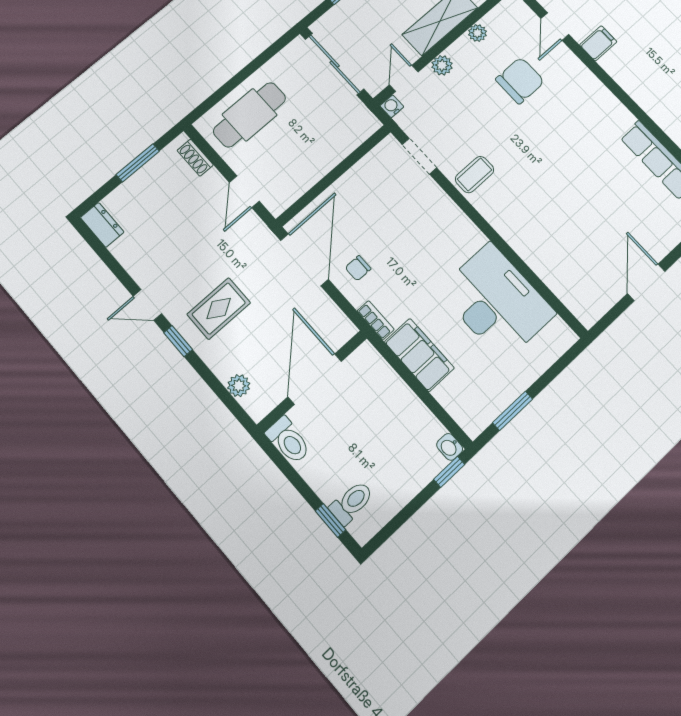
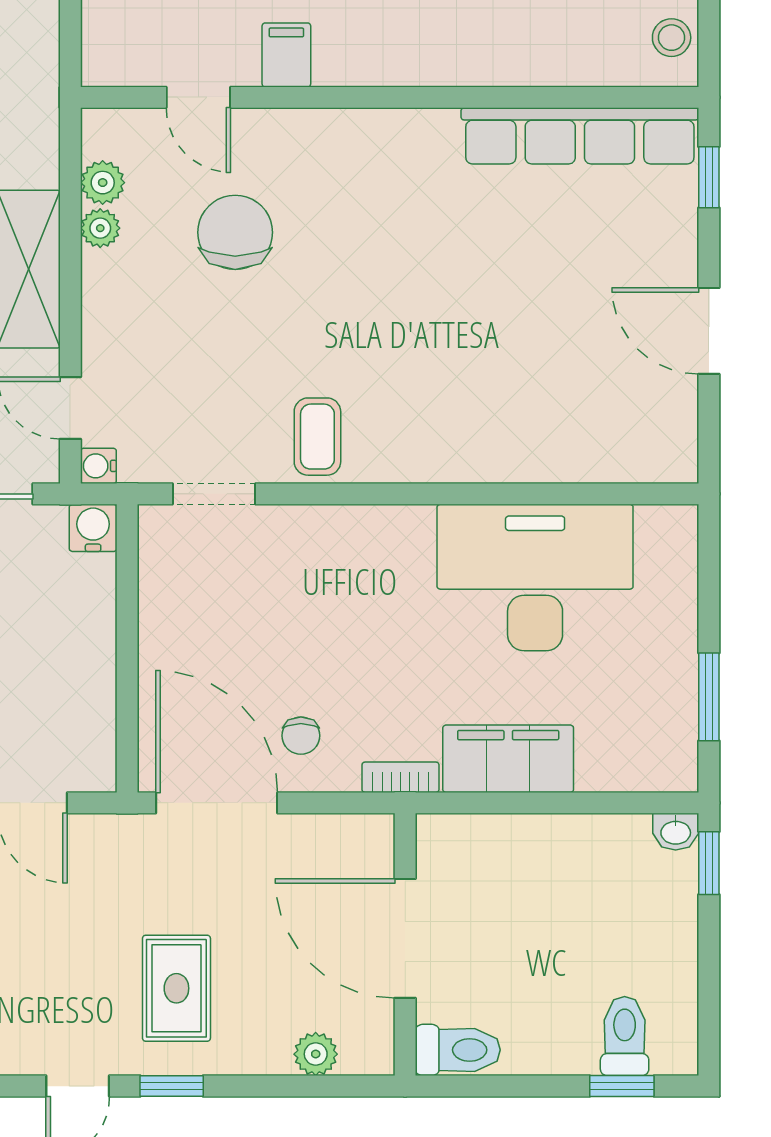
plant: (442, 65) -> (103, 183), moved
water cooler: (367, 124) -> (93, 528), added

